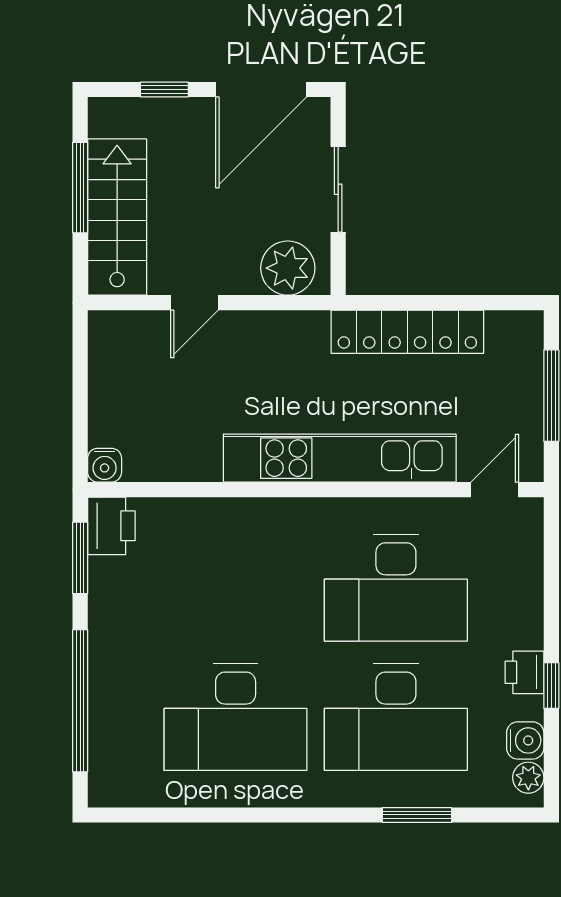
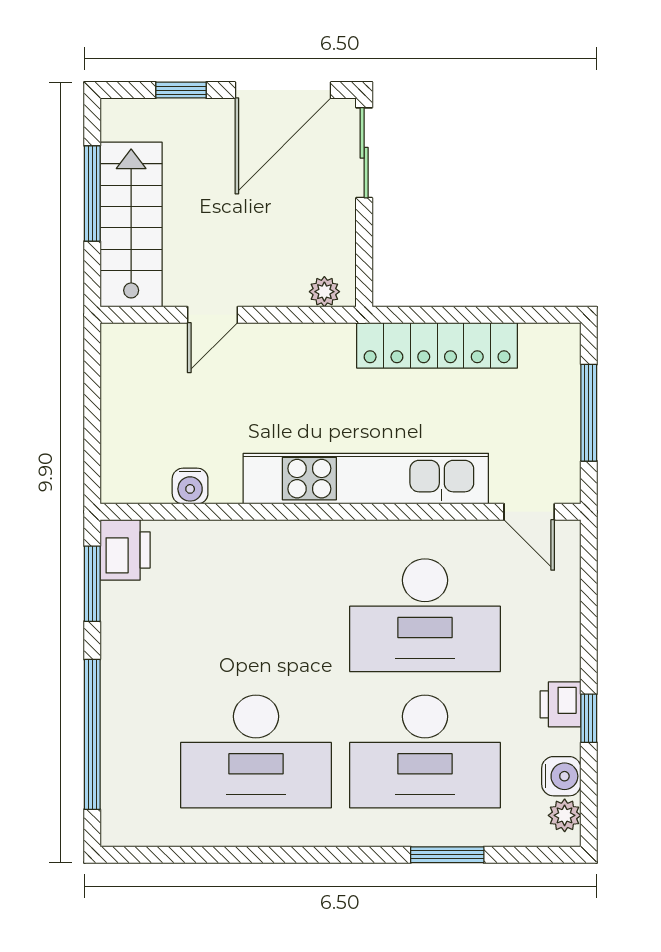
sliding door: (338, 189) -> (364, 153), moved
plant: (288, 268) -> (324, 292), width x0.53, depth x0.53
water cooler: (105, 465) -> (190, 486), moved
door: (495, 490) -> (529, 512), swing flipped

